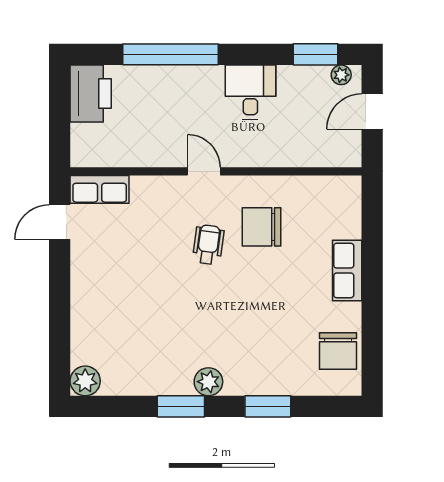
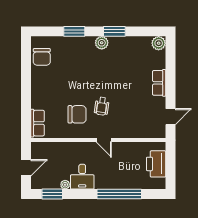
plant: (341, 75) -> (65, 185), moved
printer: (91, 94) -> (156, 164), moved
row of seats: (100, 189) -> (159, 83), moved, turned -90
row of seats: (347, 270) -> (37, 123), moved
chair: (338, 351) -> (42, 57), turned 180

